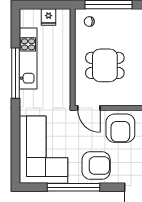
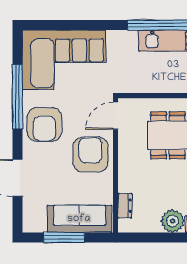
armchair: (120, 128) -> (90, 154), turned 90

